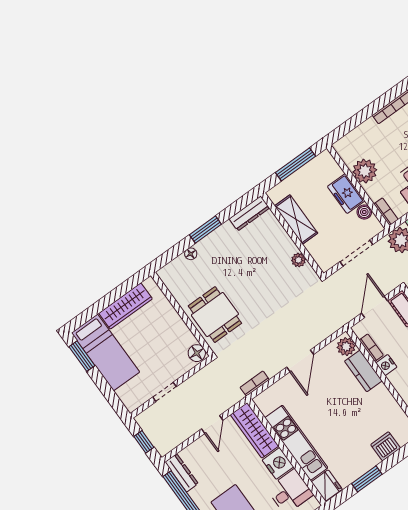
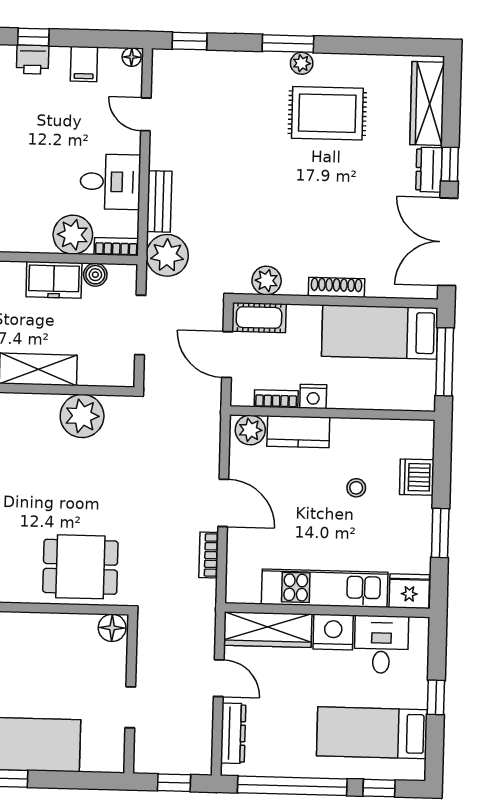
plant: (365, 171) -> (73, 235), moved
plant: (299, 260) -> (82, 416), width x1.88, depth x1.88
bookcase: (255, 384) -> (209, 555), moved
stool: (358, 421) -> (356, 488), added
dresser: (182, 473) -> (233, 733), moved, turned 90

